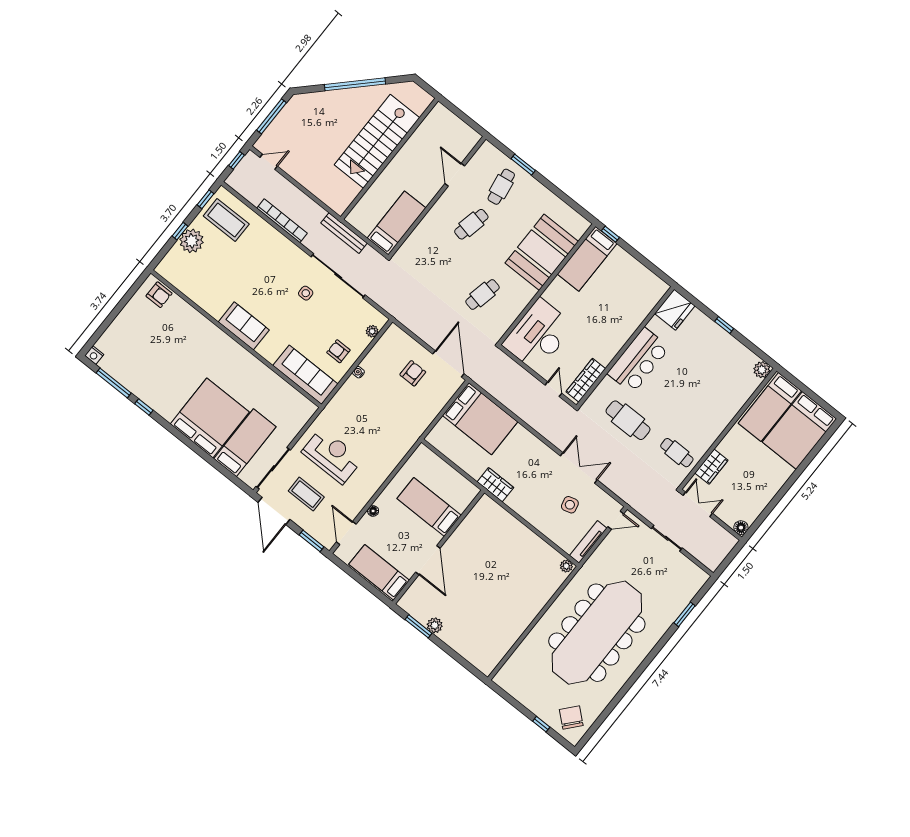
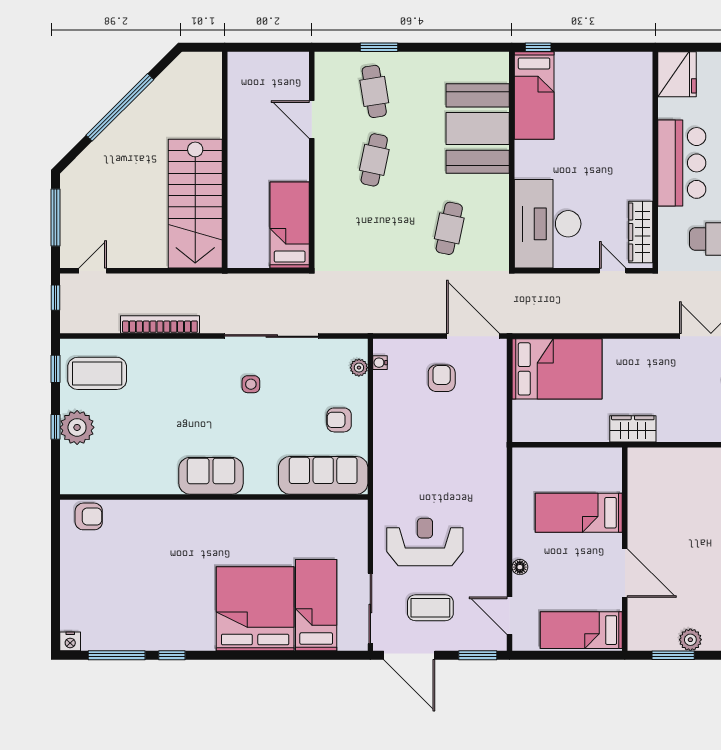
stairs: (377, 141) -> (195, 204), moved
bench: (344, 233) -> (240, 283), removed
water cooler: (358, 372) -> (380, 363), moved

